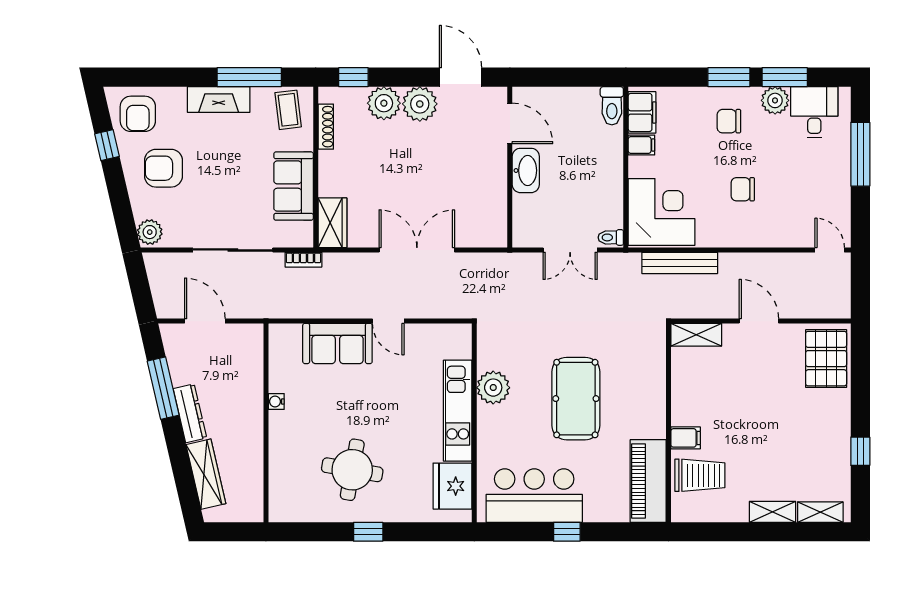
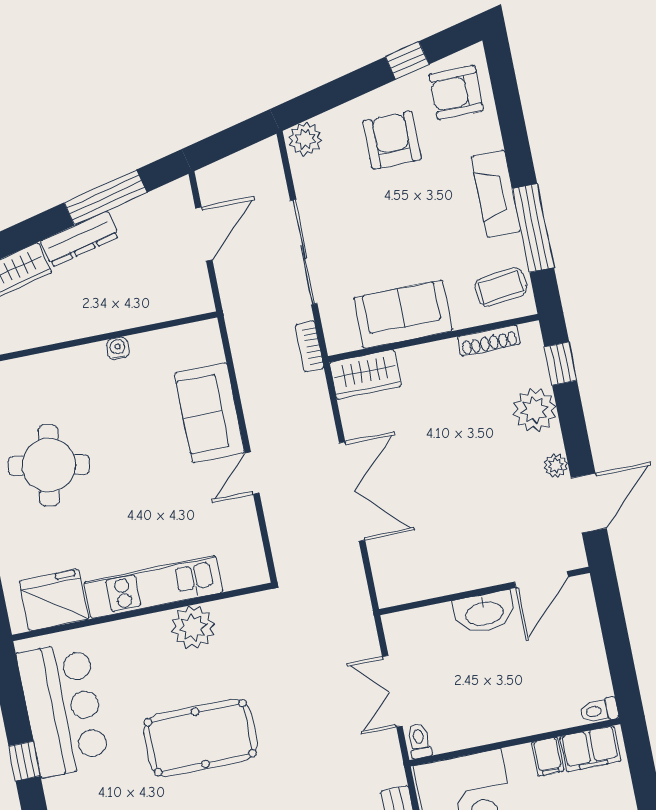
plant: (420, 104) -> (556, 466), width x0.53, depth x0.53
toilet: (612, 106) -> (599, 710), width x0.73, depth x0.72

